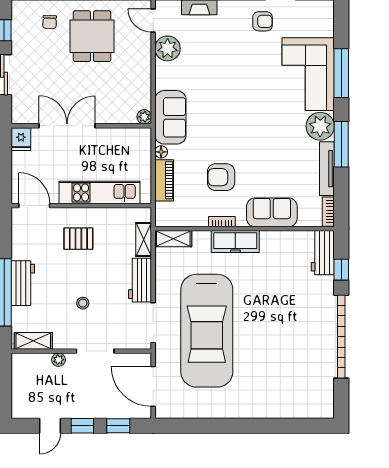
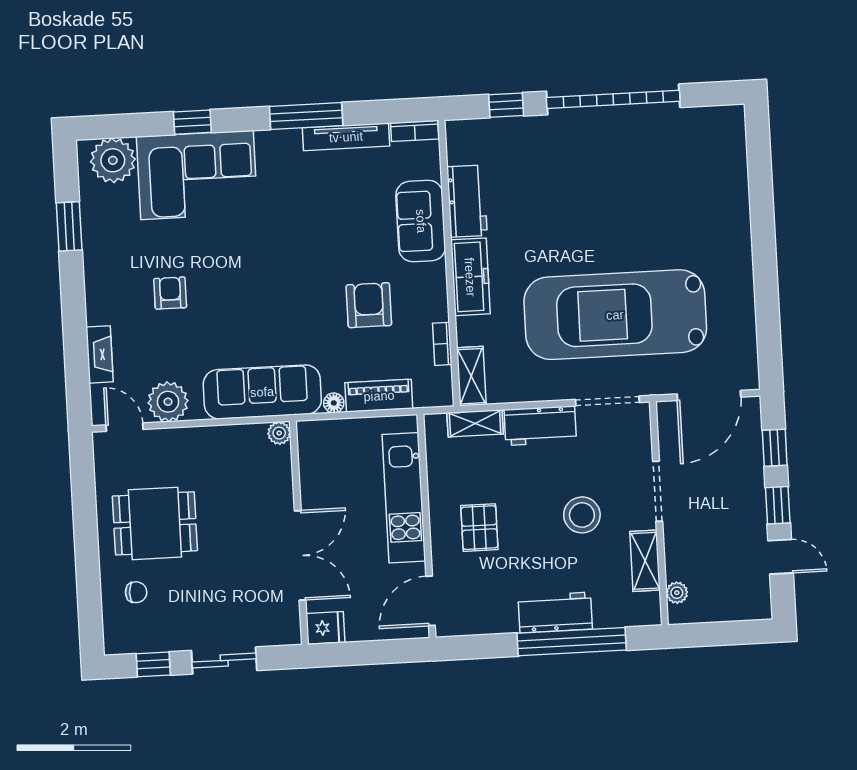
door: (153, 20) -> (125, 427), swing flipped
armchair: (263, 21) -> (170, 293), moved
window: (341, 73) -> (192, 122), width x0.46
sofa: (170, 117) -> (262, 392), width x1.36
double door: (67, 126) -> (300, 555), swing flipped
plant: (320, 126) -> (113, 160), moved
armchair: (221, 177) -> (369, 305), turned 180
bookcase: (222, 222) -> (442, 344), moved
workbench: (323, 253) -> (467, 201), moved, turned -90
stool: (83, 303) -> (582, 515), width x1.89, depth x1.89
car: (207, 331) -> (615, 315), turned 180
shelving: (33, 341) -> (645, 561), moved
plant: (59, 360) -> (677, 593), moved

